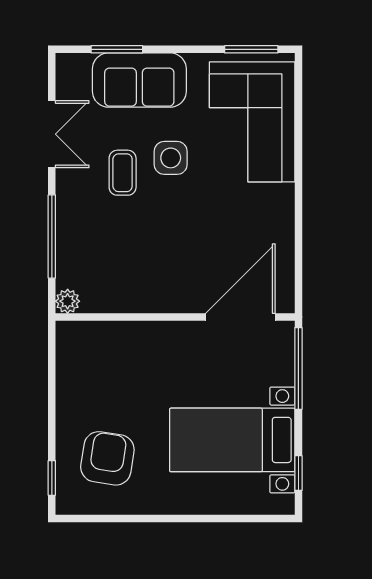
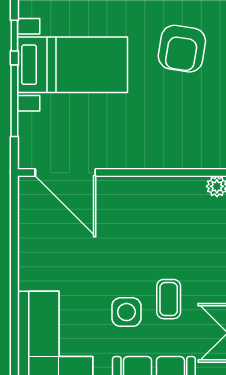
door: (240, 317) -> (65, 173), hinge flipped
window: (298, 368) -> (14, 101), moved

